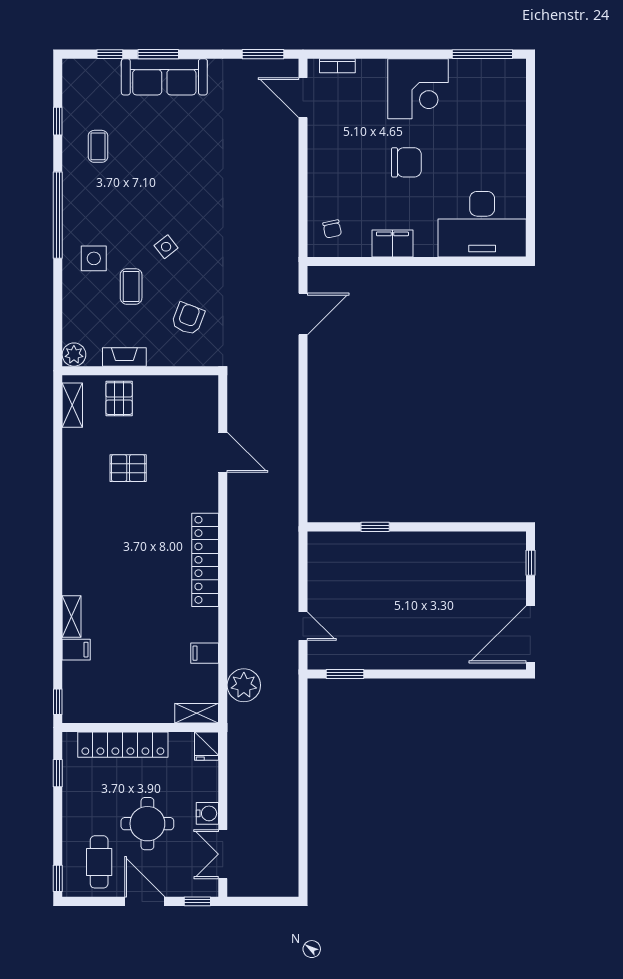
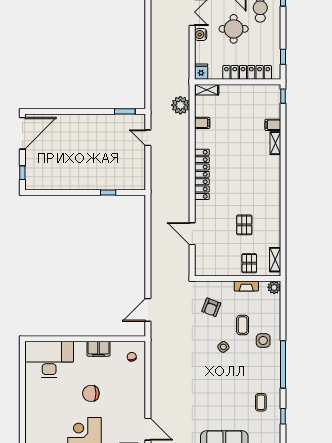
pallet: (128, 468) -> (244, 225), turned 90

